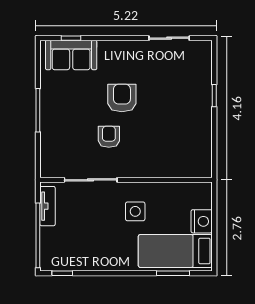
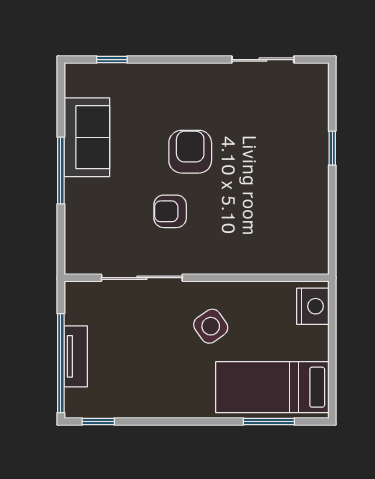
sofa: (71, 55) -> (87, 137), moved, turned -90
armchair: (109, 137) -> (170, 211), turned -90
tv unit: (48, 206) -> (76, 356), moved
side table: (135, 211) -> (211, 326), turned -35
nightstand: (202, 221) -> (313, 306), moved

